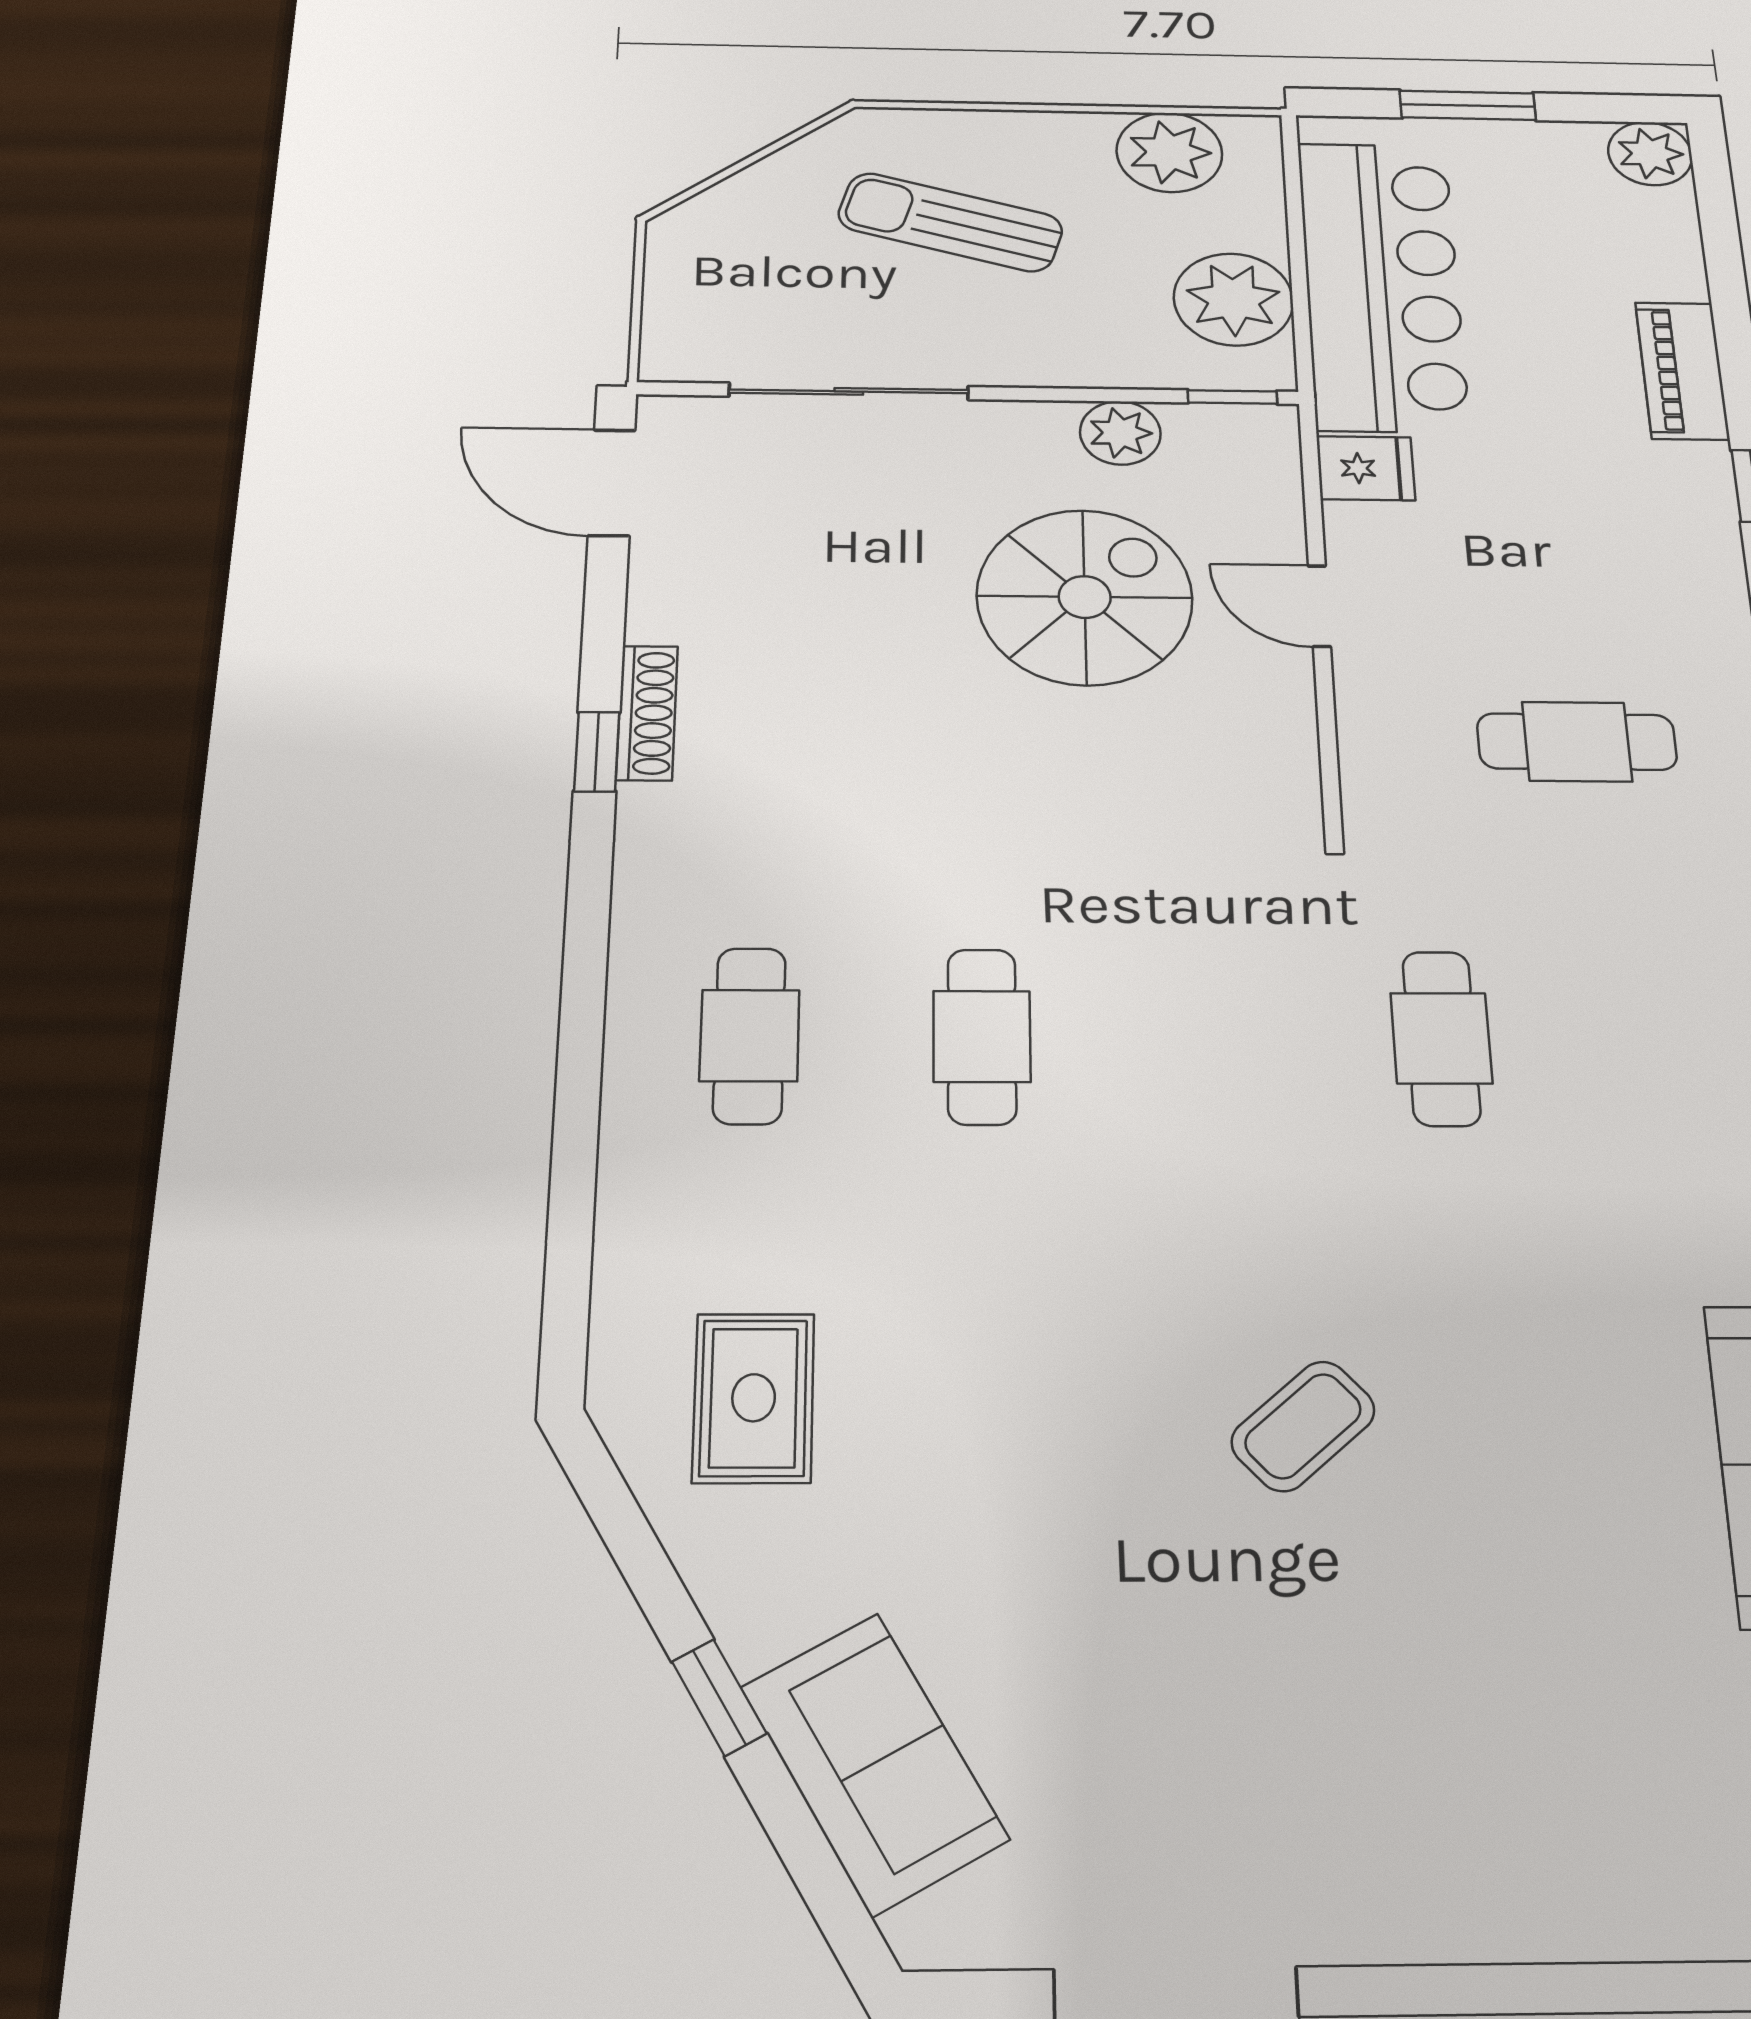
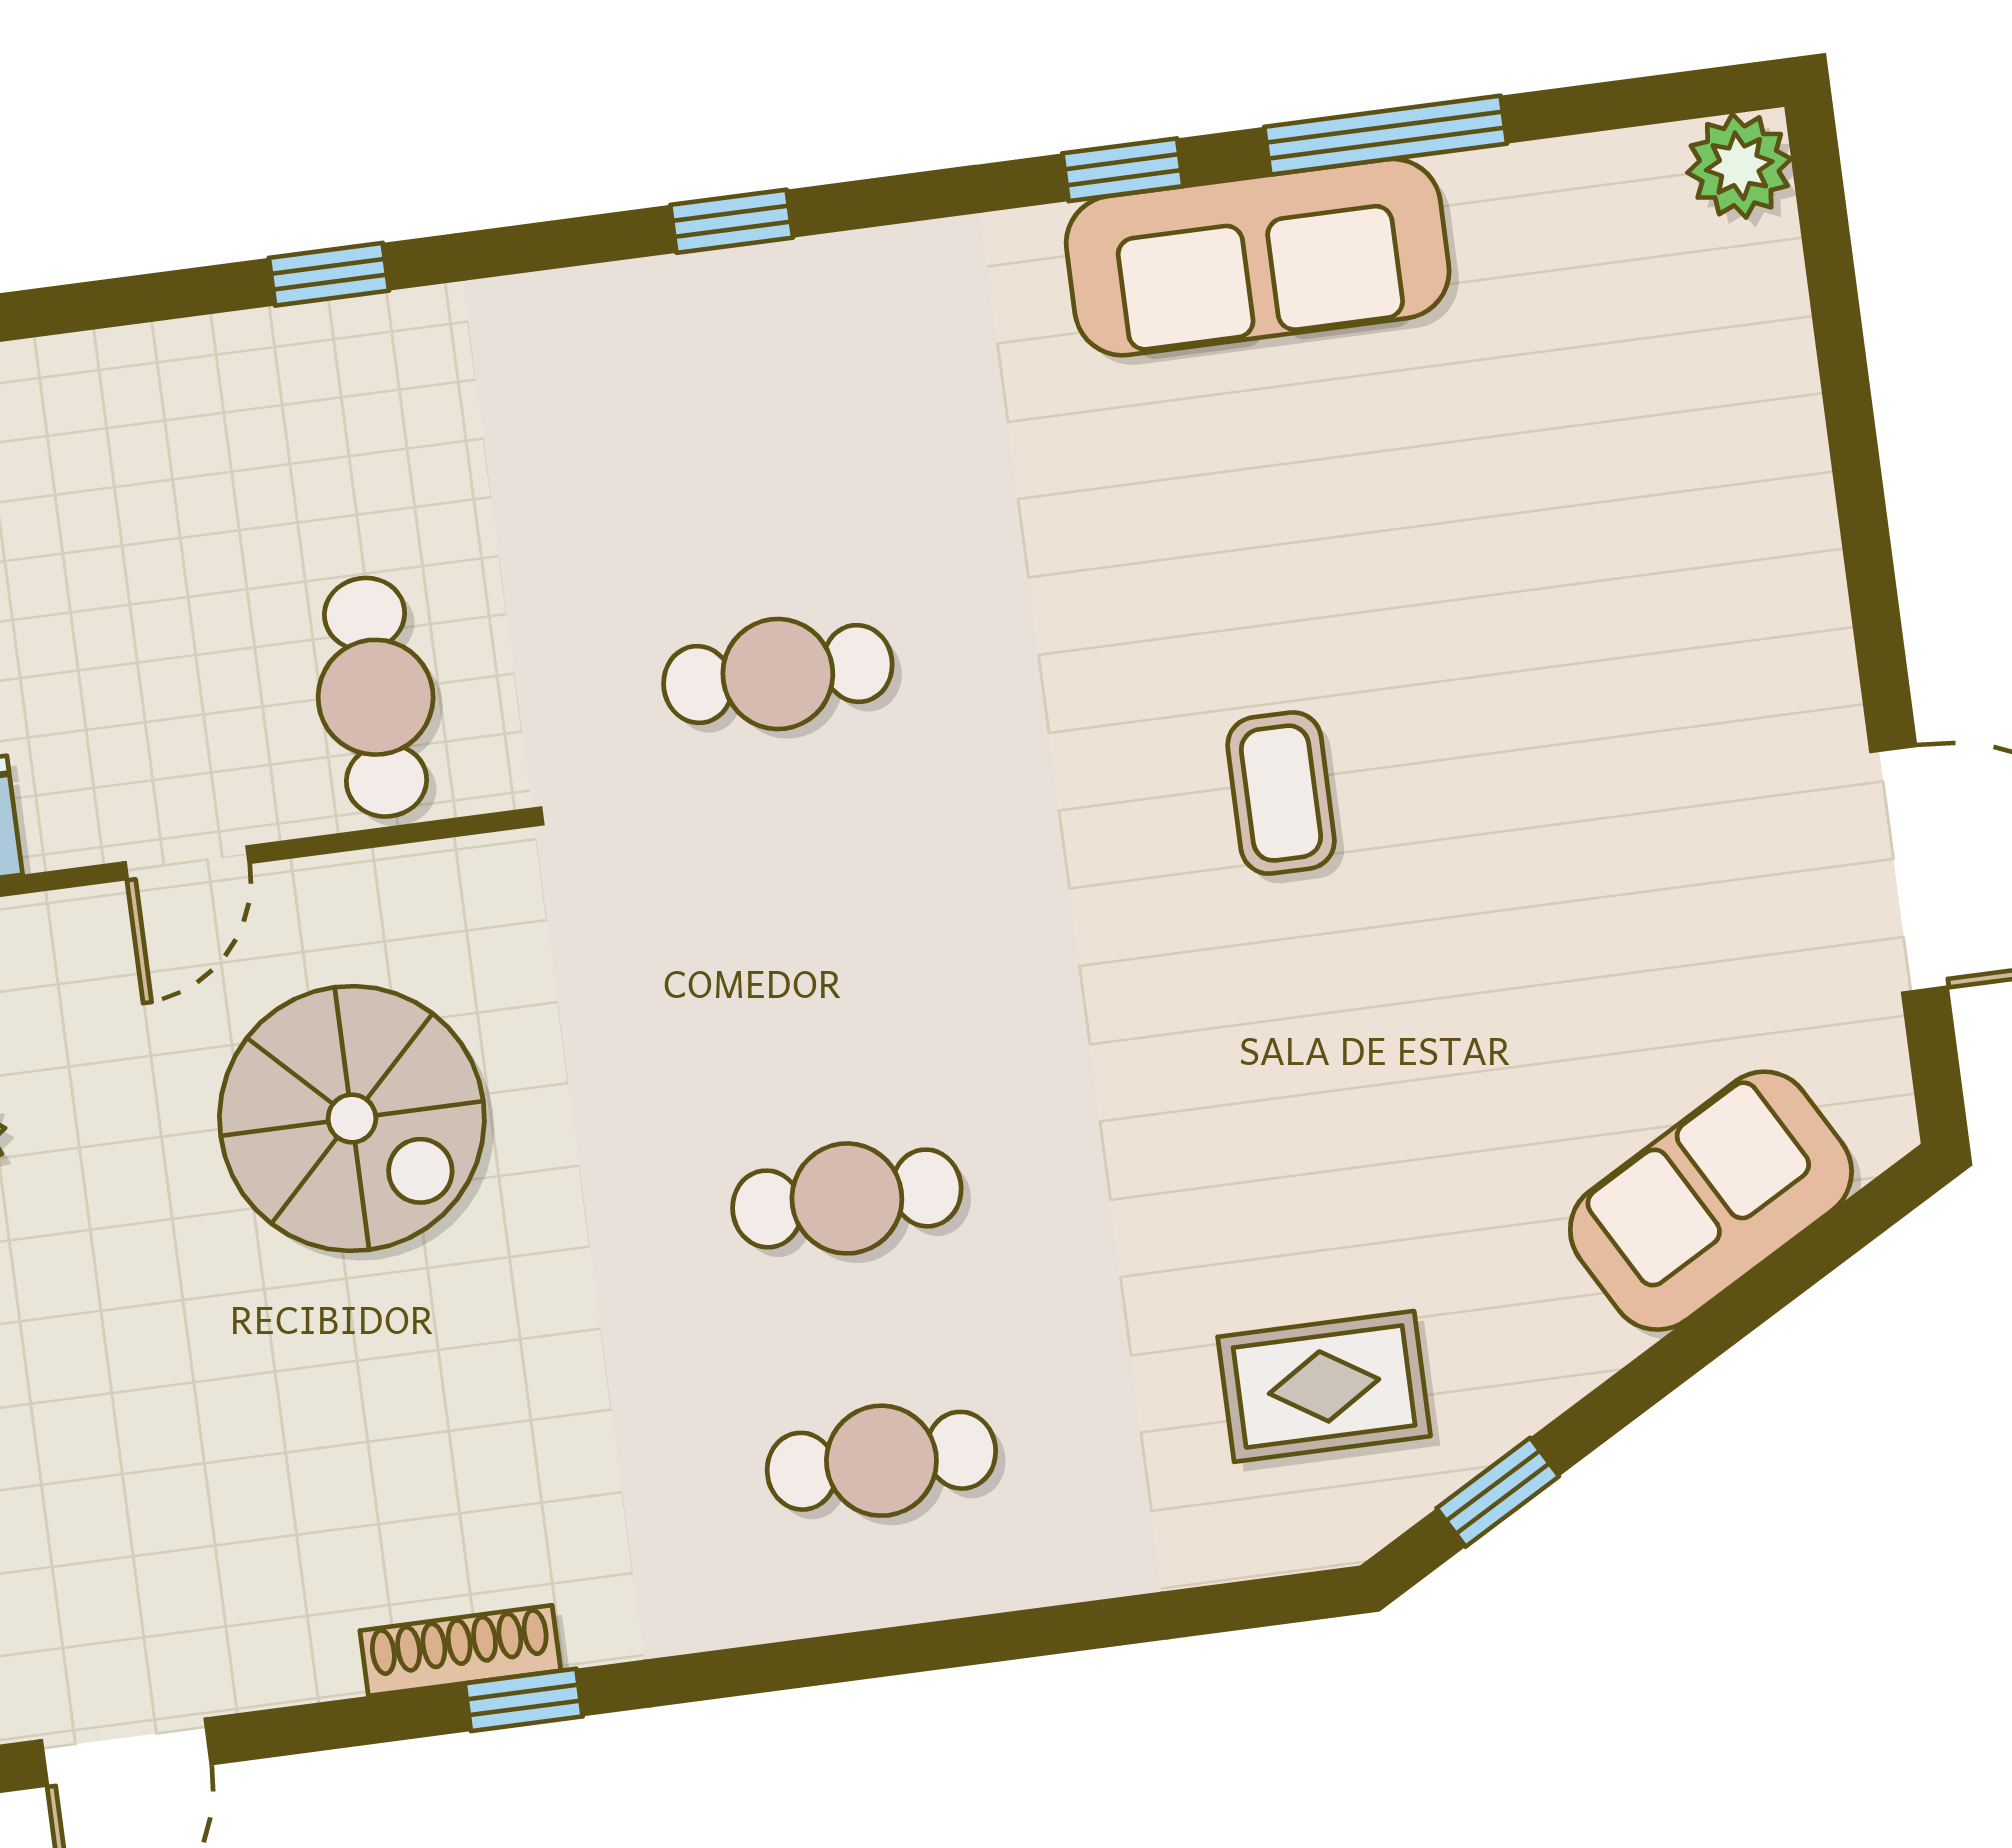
spiral stairs: (1085, 597) -> (352, 1118), moved, turned 180
cafe table: (1577, 742) -> (376, 697), moved
coffee table: (1303, 1426) -> (1281, 793), turned 42
window: (719, 1698) -> (1498, 1492), moved

